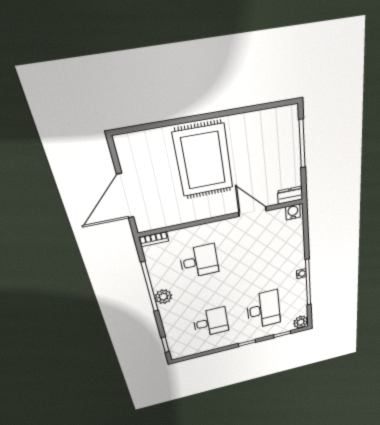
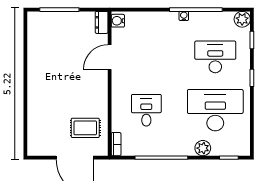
rug: (204, 161) -> (85, 128), moved, width x0.54, depth x0.49
plant: (163, 297) -> (203, 148), moved
desk: (211, 322) -> (215, 110), width x1.87, depth x1.30

